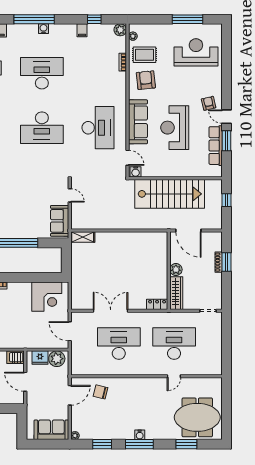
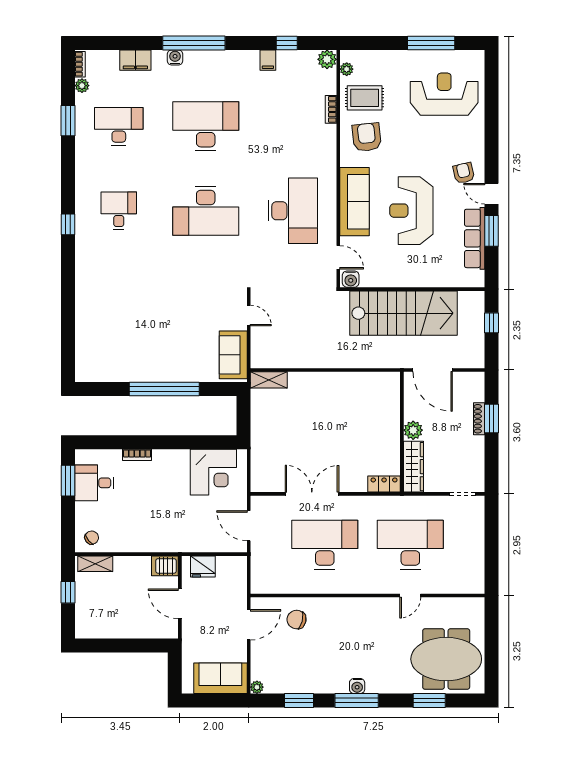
water cooler: (43, 29) -> (175, 57), moved
plant: (57, 359) -> (229, 568), removed

